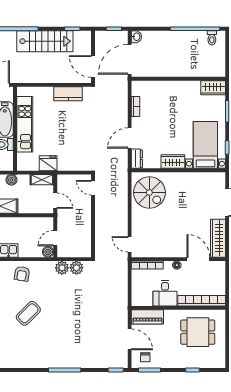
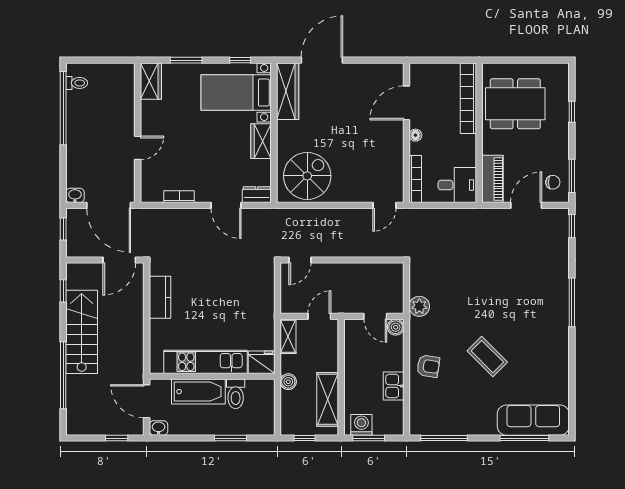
door: (168, 79) -> (138, 148), added
fridge: (48, 163) -> (262, 362), moved, turned 90
wardrobe: (218, 238) -> (288, 91), moved, turned -90
plant: (76, 268) -> (419, 285), removed
desk: (165, 293) -> (457, 185), moved
dining table: (198, 332) -> (515, 104), width x1.37

